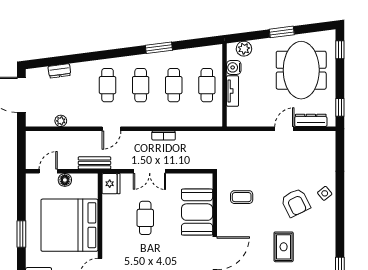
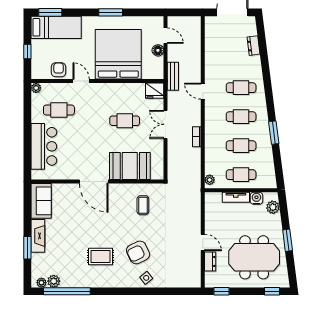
dresser: (311, 120) -> (210, 261), width x0.70
plant: (61, 121) -> (210, 180), moved
rug: (284, 247) -> (101, 256), moved

